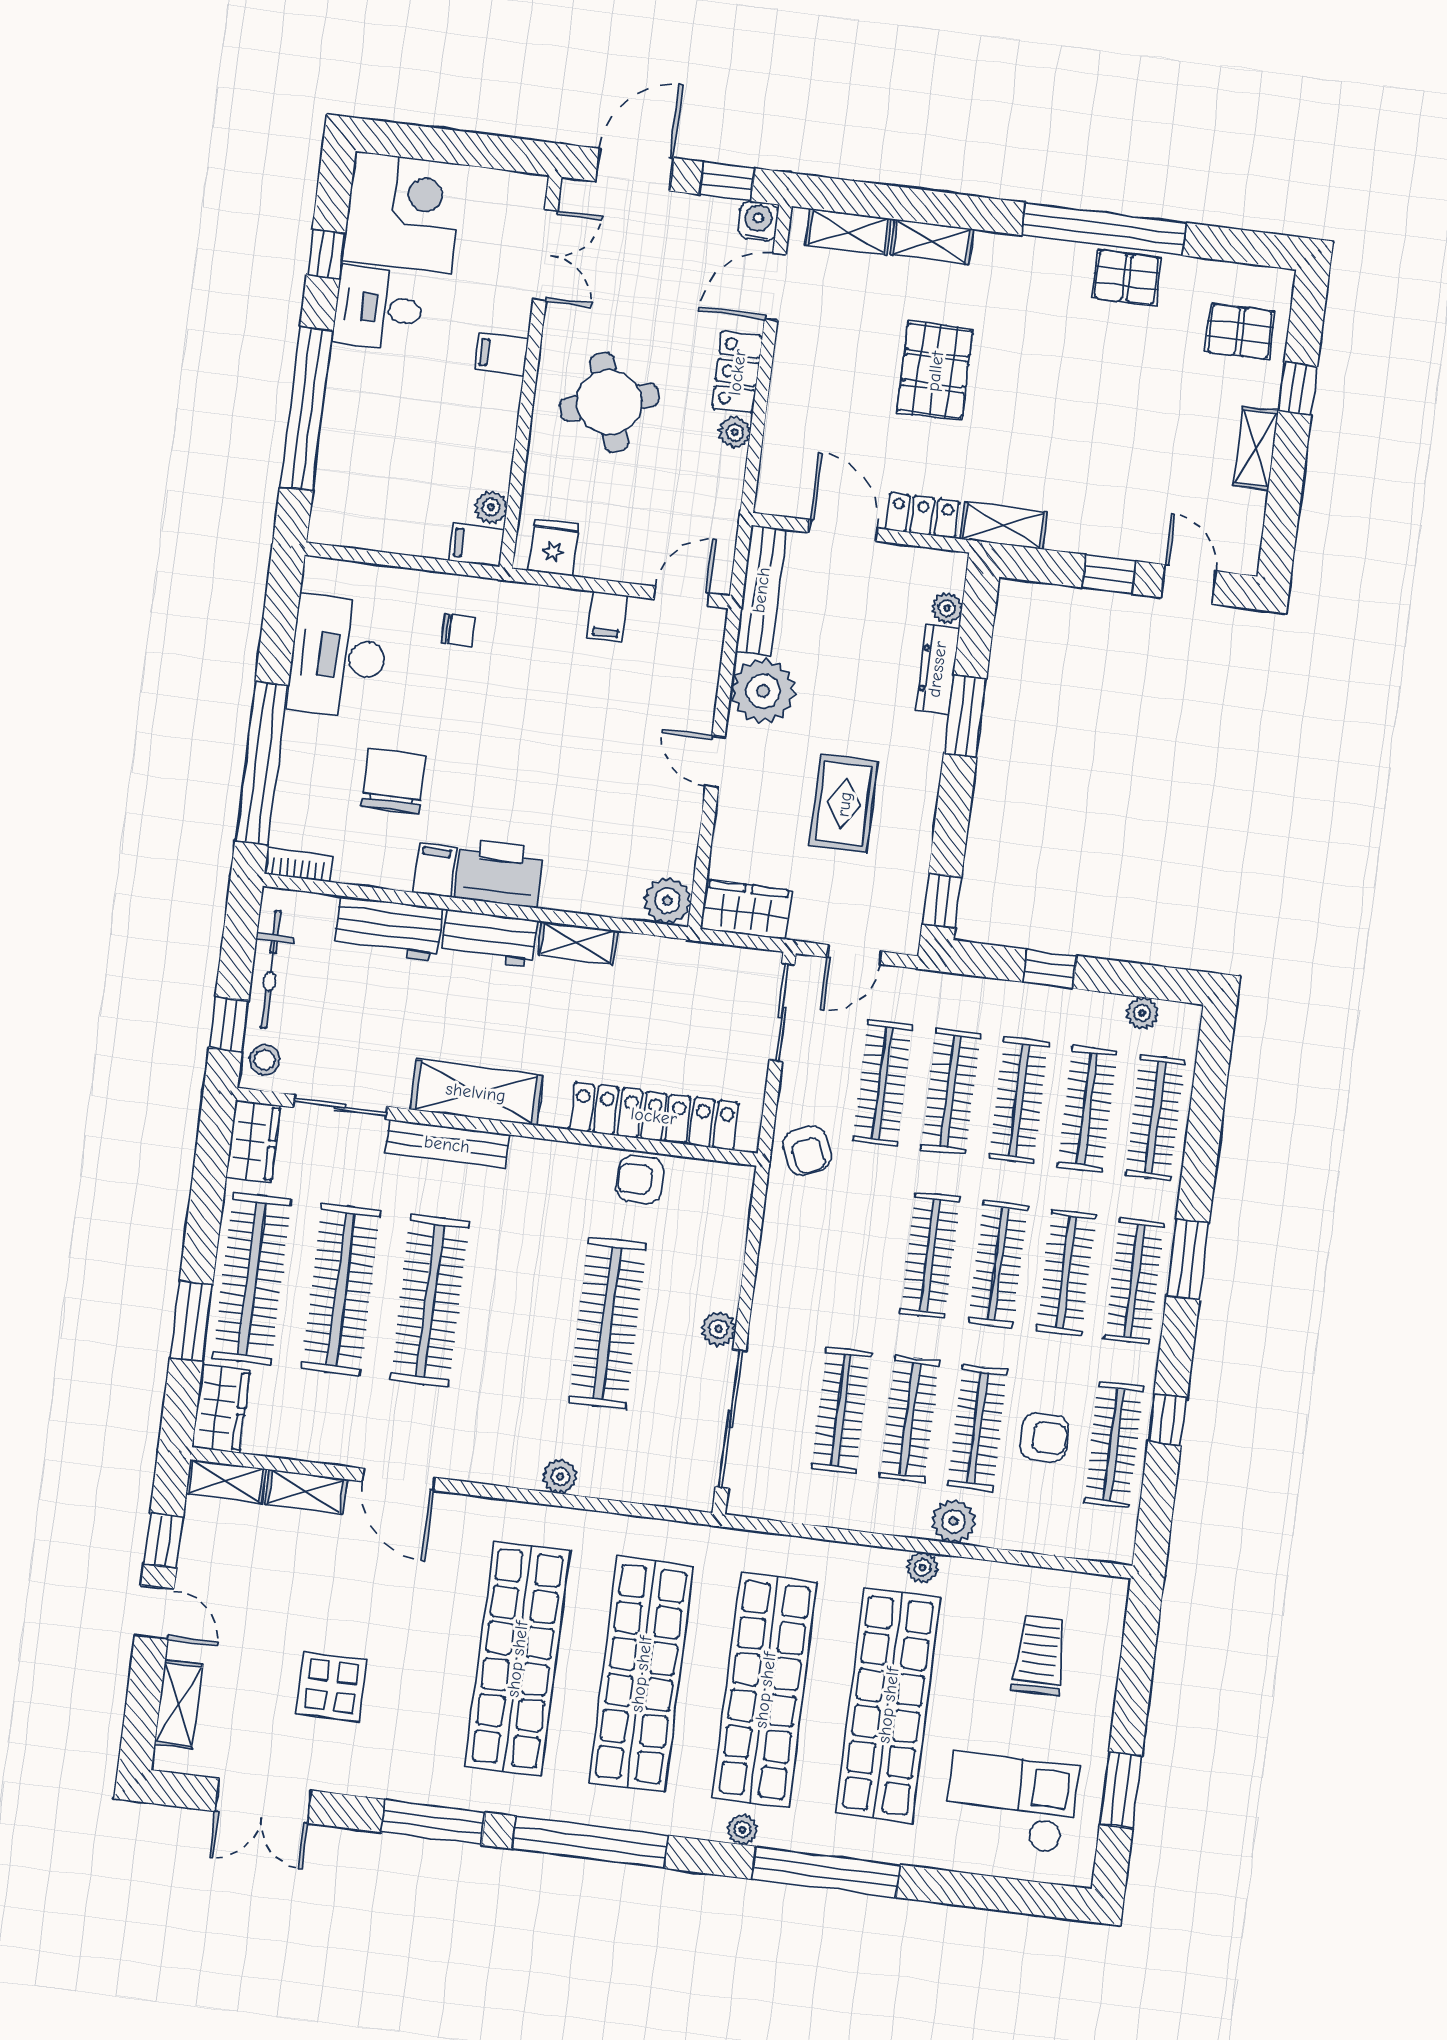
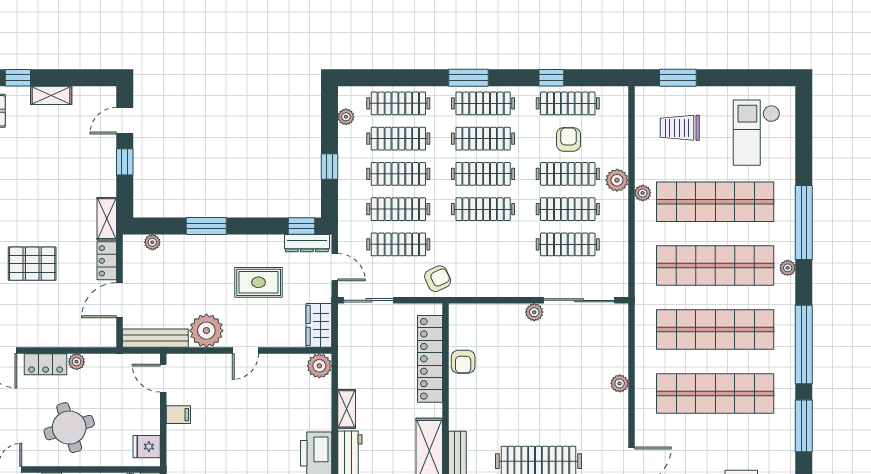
dresser: (937, 669) -> (307, 243), moved
clothes rail: (607, 1323) -> (538, 369), removed
window: (1121, 1790) -> (678, 78), moved

